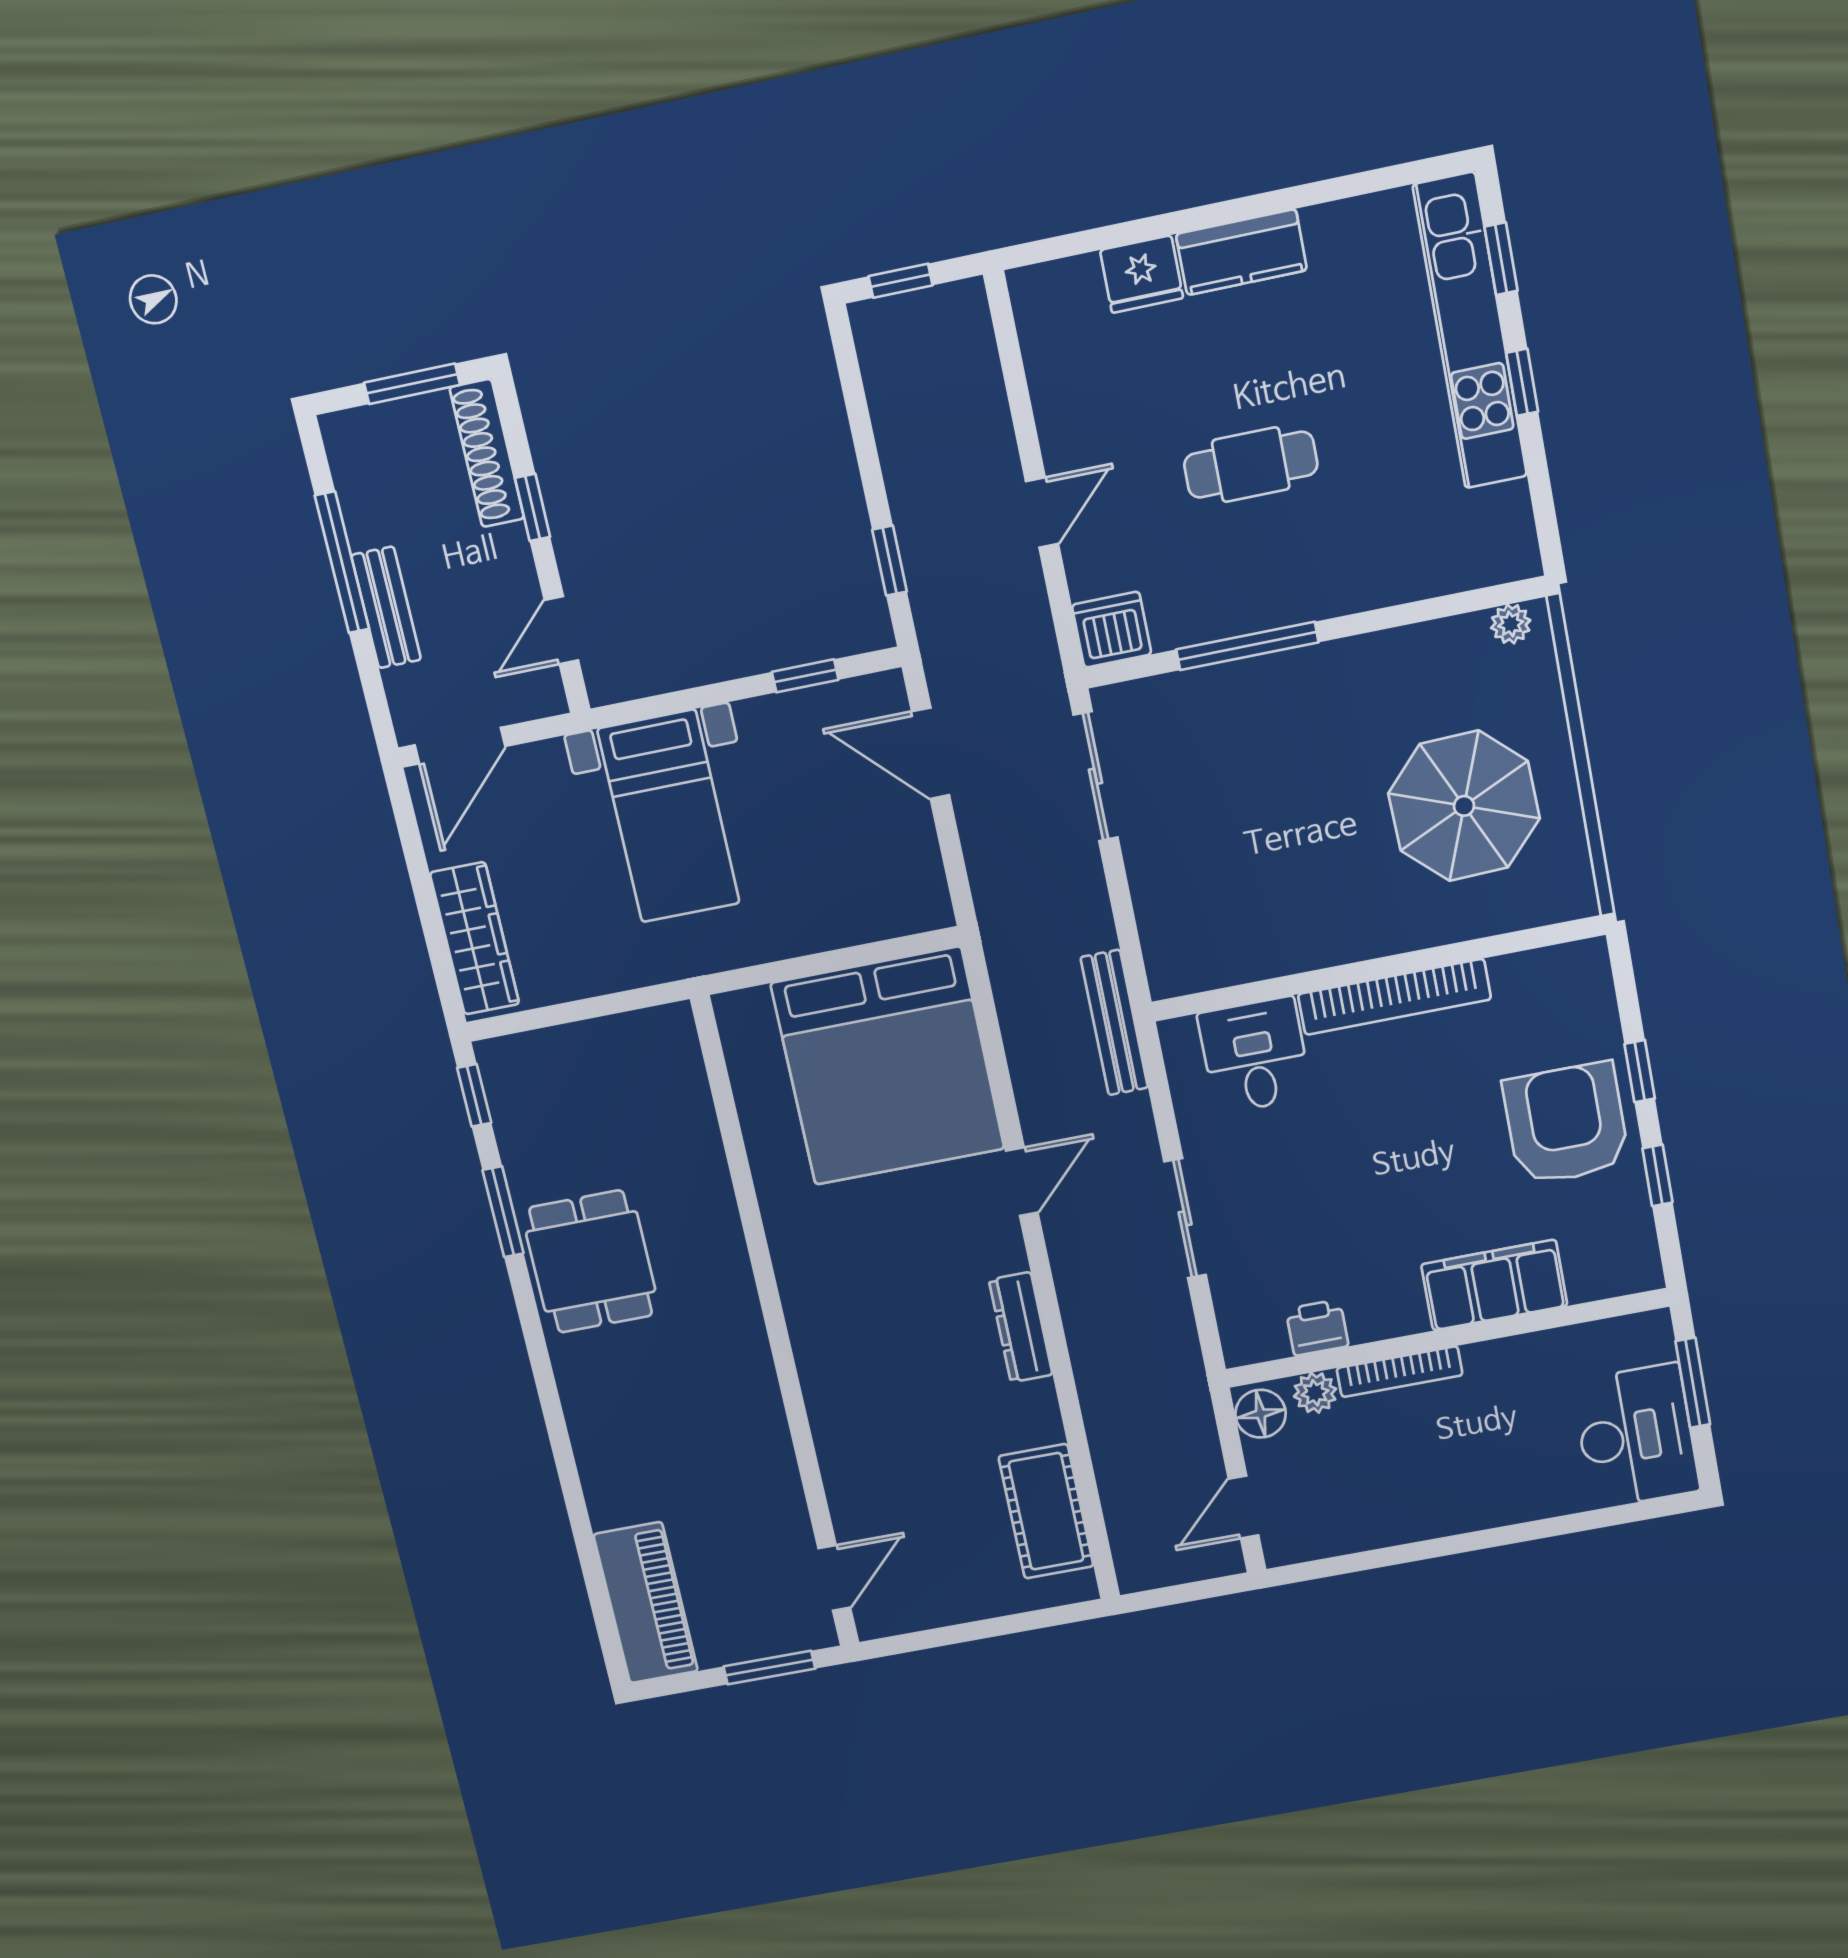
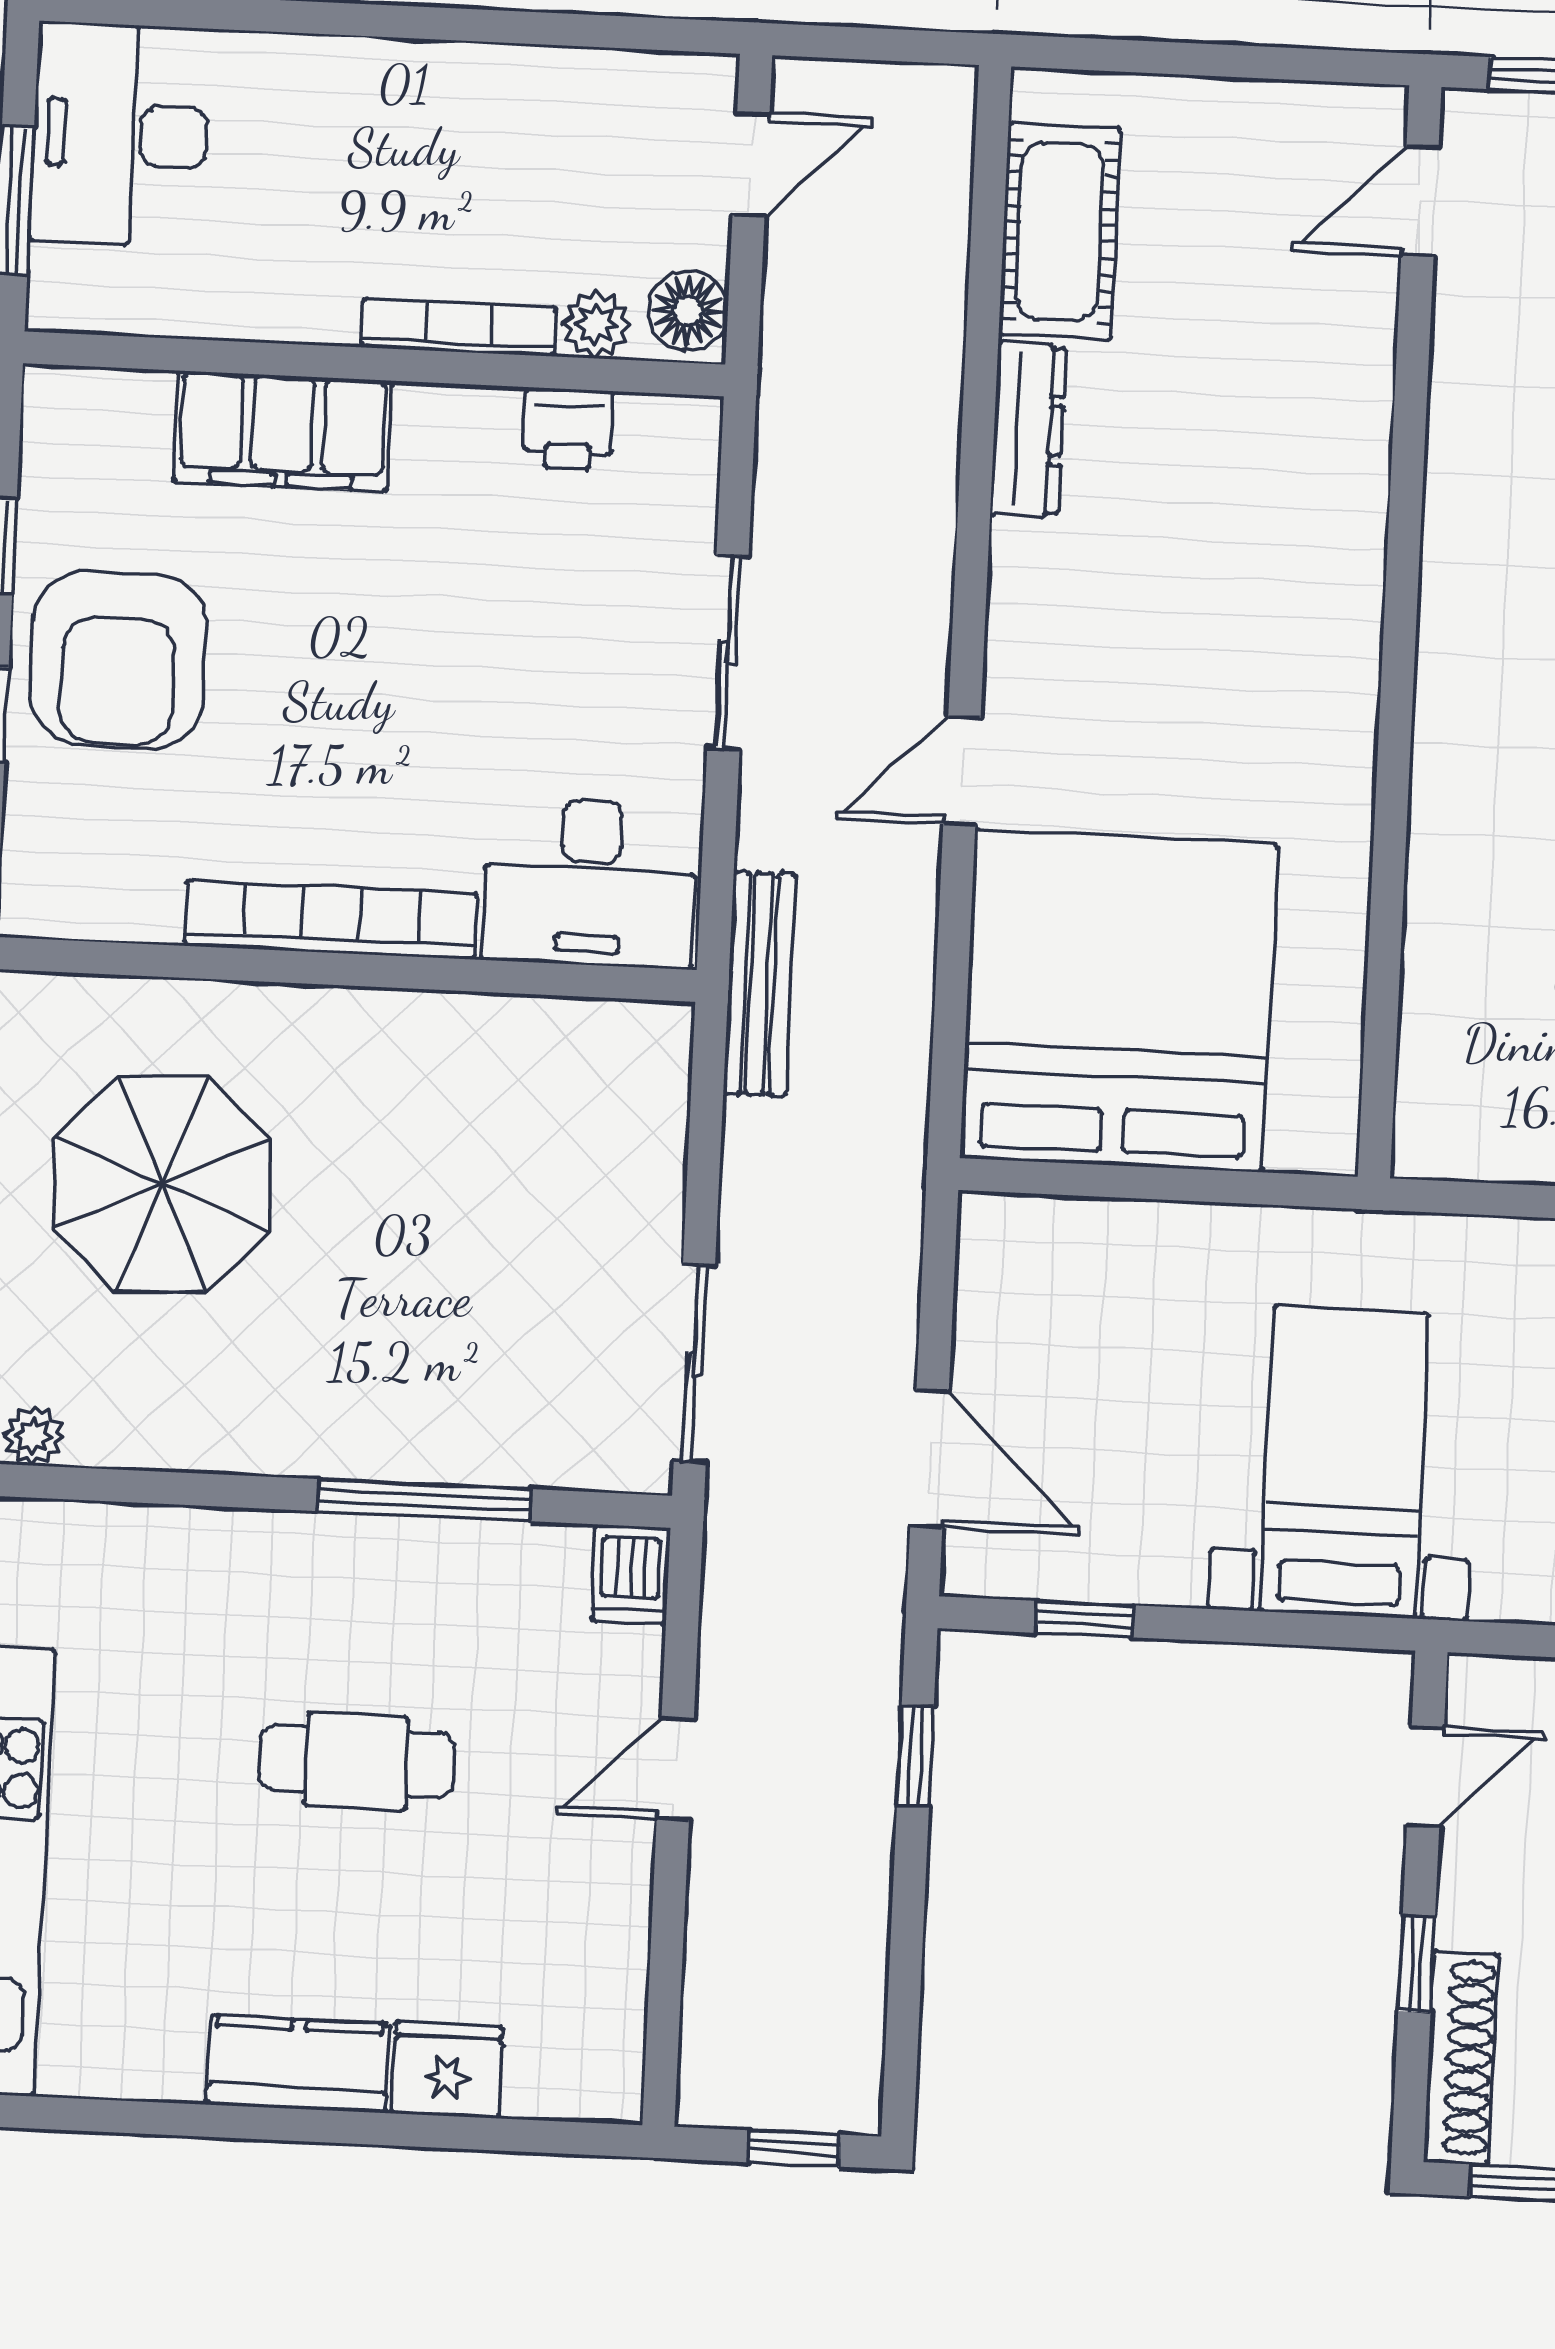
dishwasher: (1112, 630) -> (631, 1574), width x0.73
desk: (1255, 1055) -> (589, 882), width x1.37
dresser: (1021, 1327) -> (1028, 430), moved

